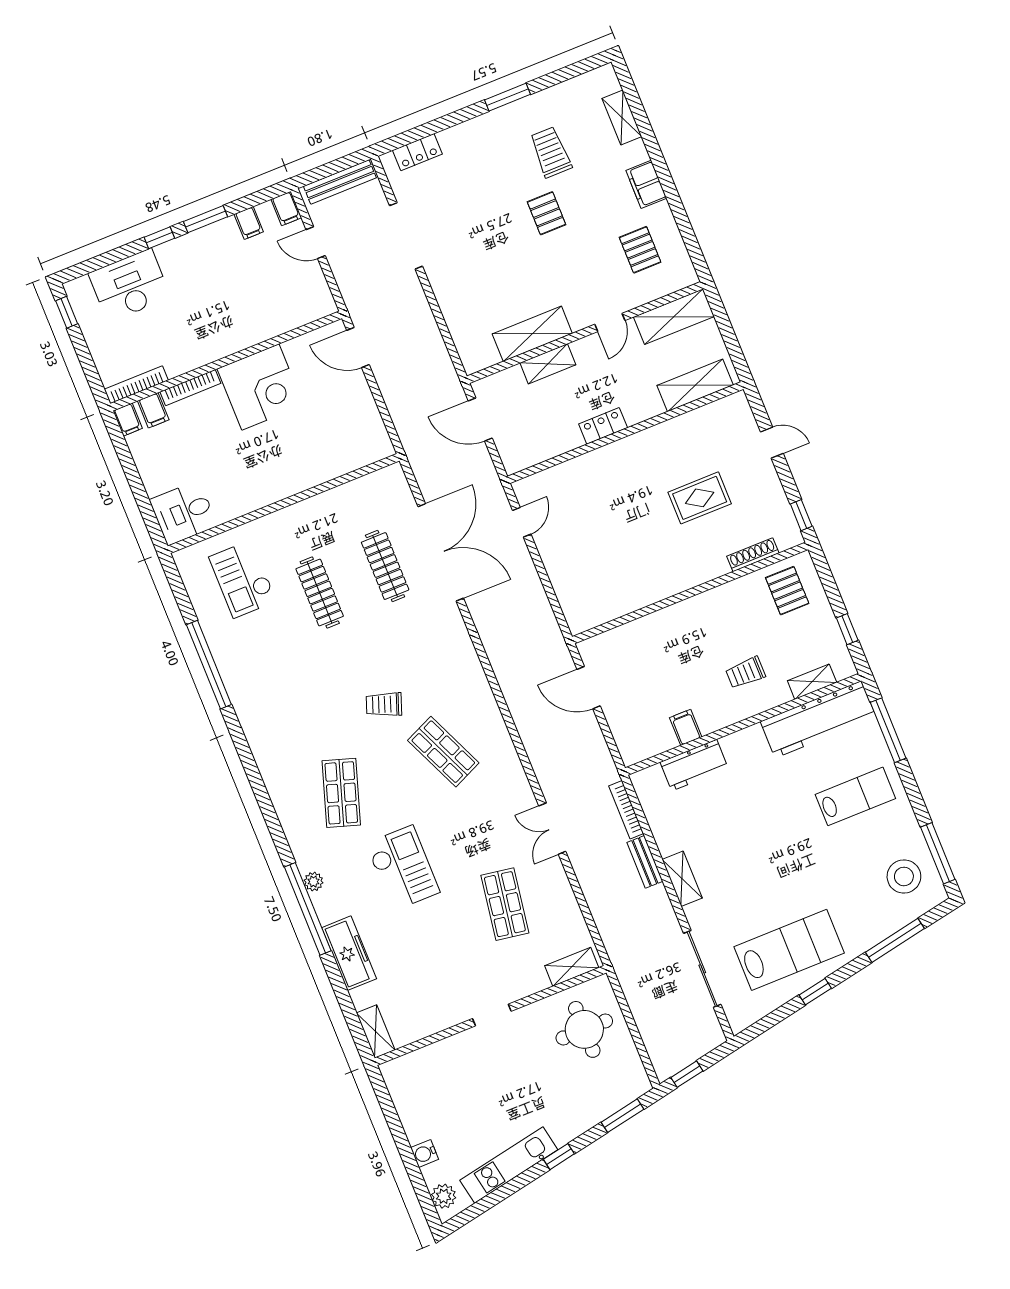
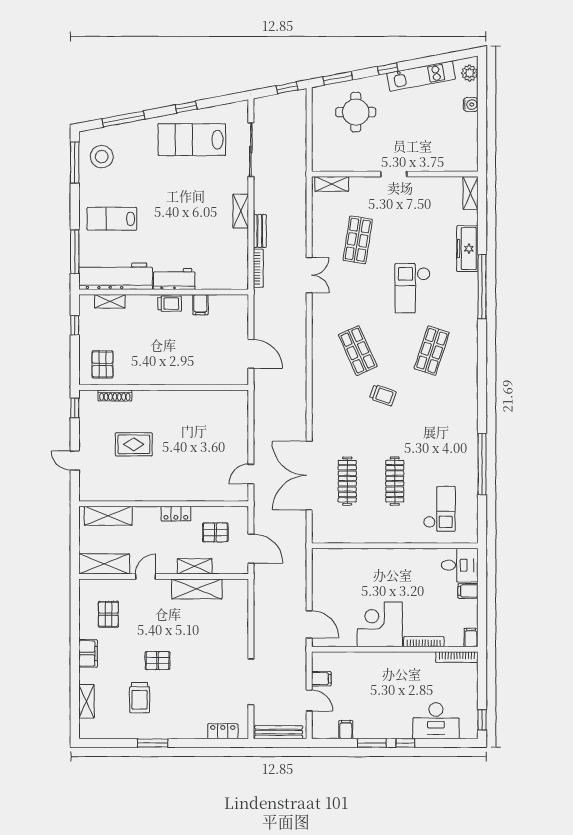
filing cabinet: (286, 208) -> (321, 679), moved, turned 90
pallet: (547, 213) -> (158, 661), turned 90
filing cabinet: (153, 410) -> (468, 591), moved, turned -90
pallet: (538, 422) -> (215, 532), added
trolley: (745, 673) -> (170, 304), moved
workbench: (694, 765) -> (174, 279), moved
plant: (314, 882) -> (471, 302), removed
round table: (584, 1029) -> (356, 112), moved

